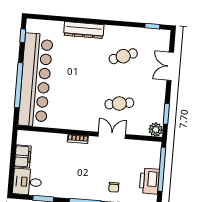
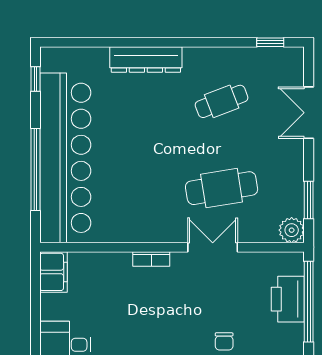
cafe table: (119, 103) -> (222, 188), width x1.37, depth x1.35
filing cabinet: (23, 156) -> (54, 272), moved
printer: (149, 181) -> (288, 299), moved

